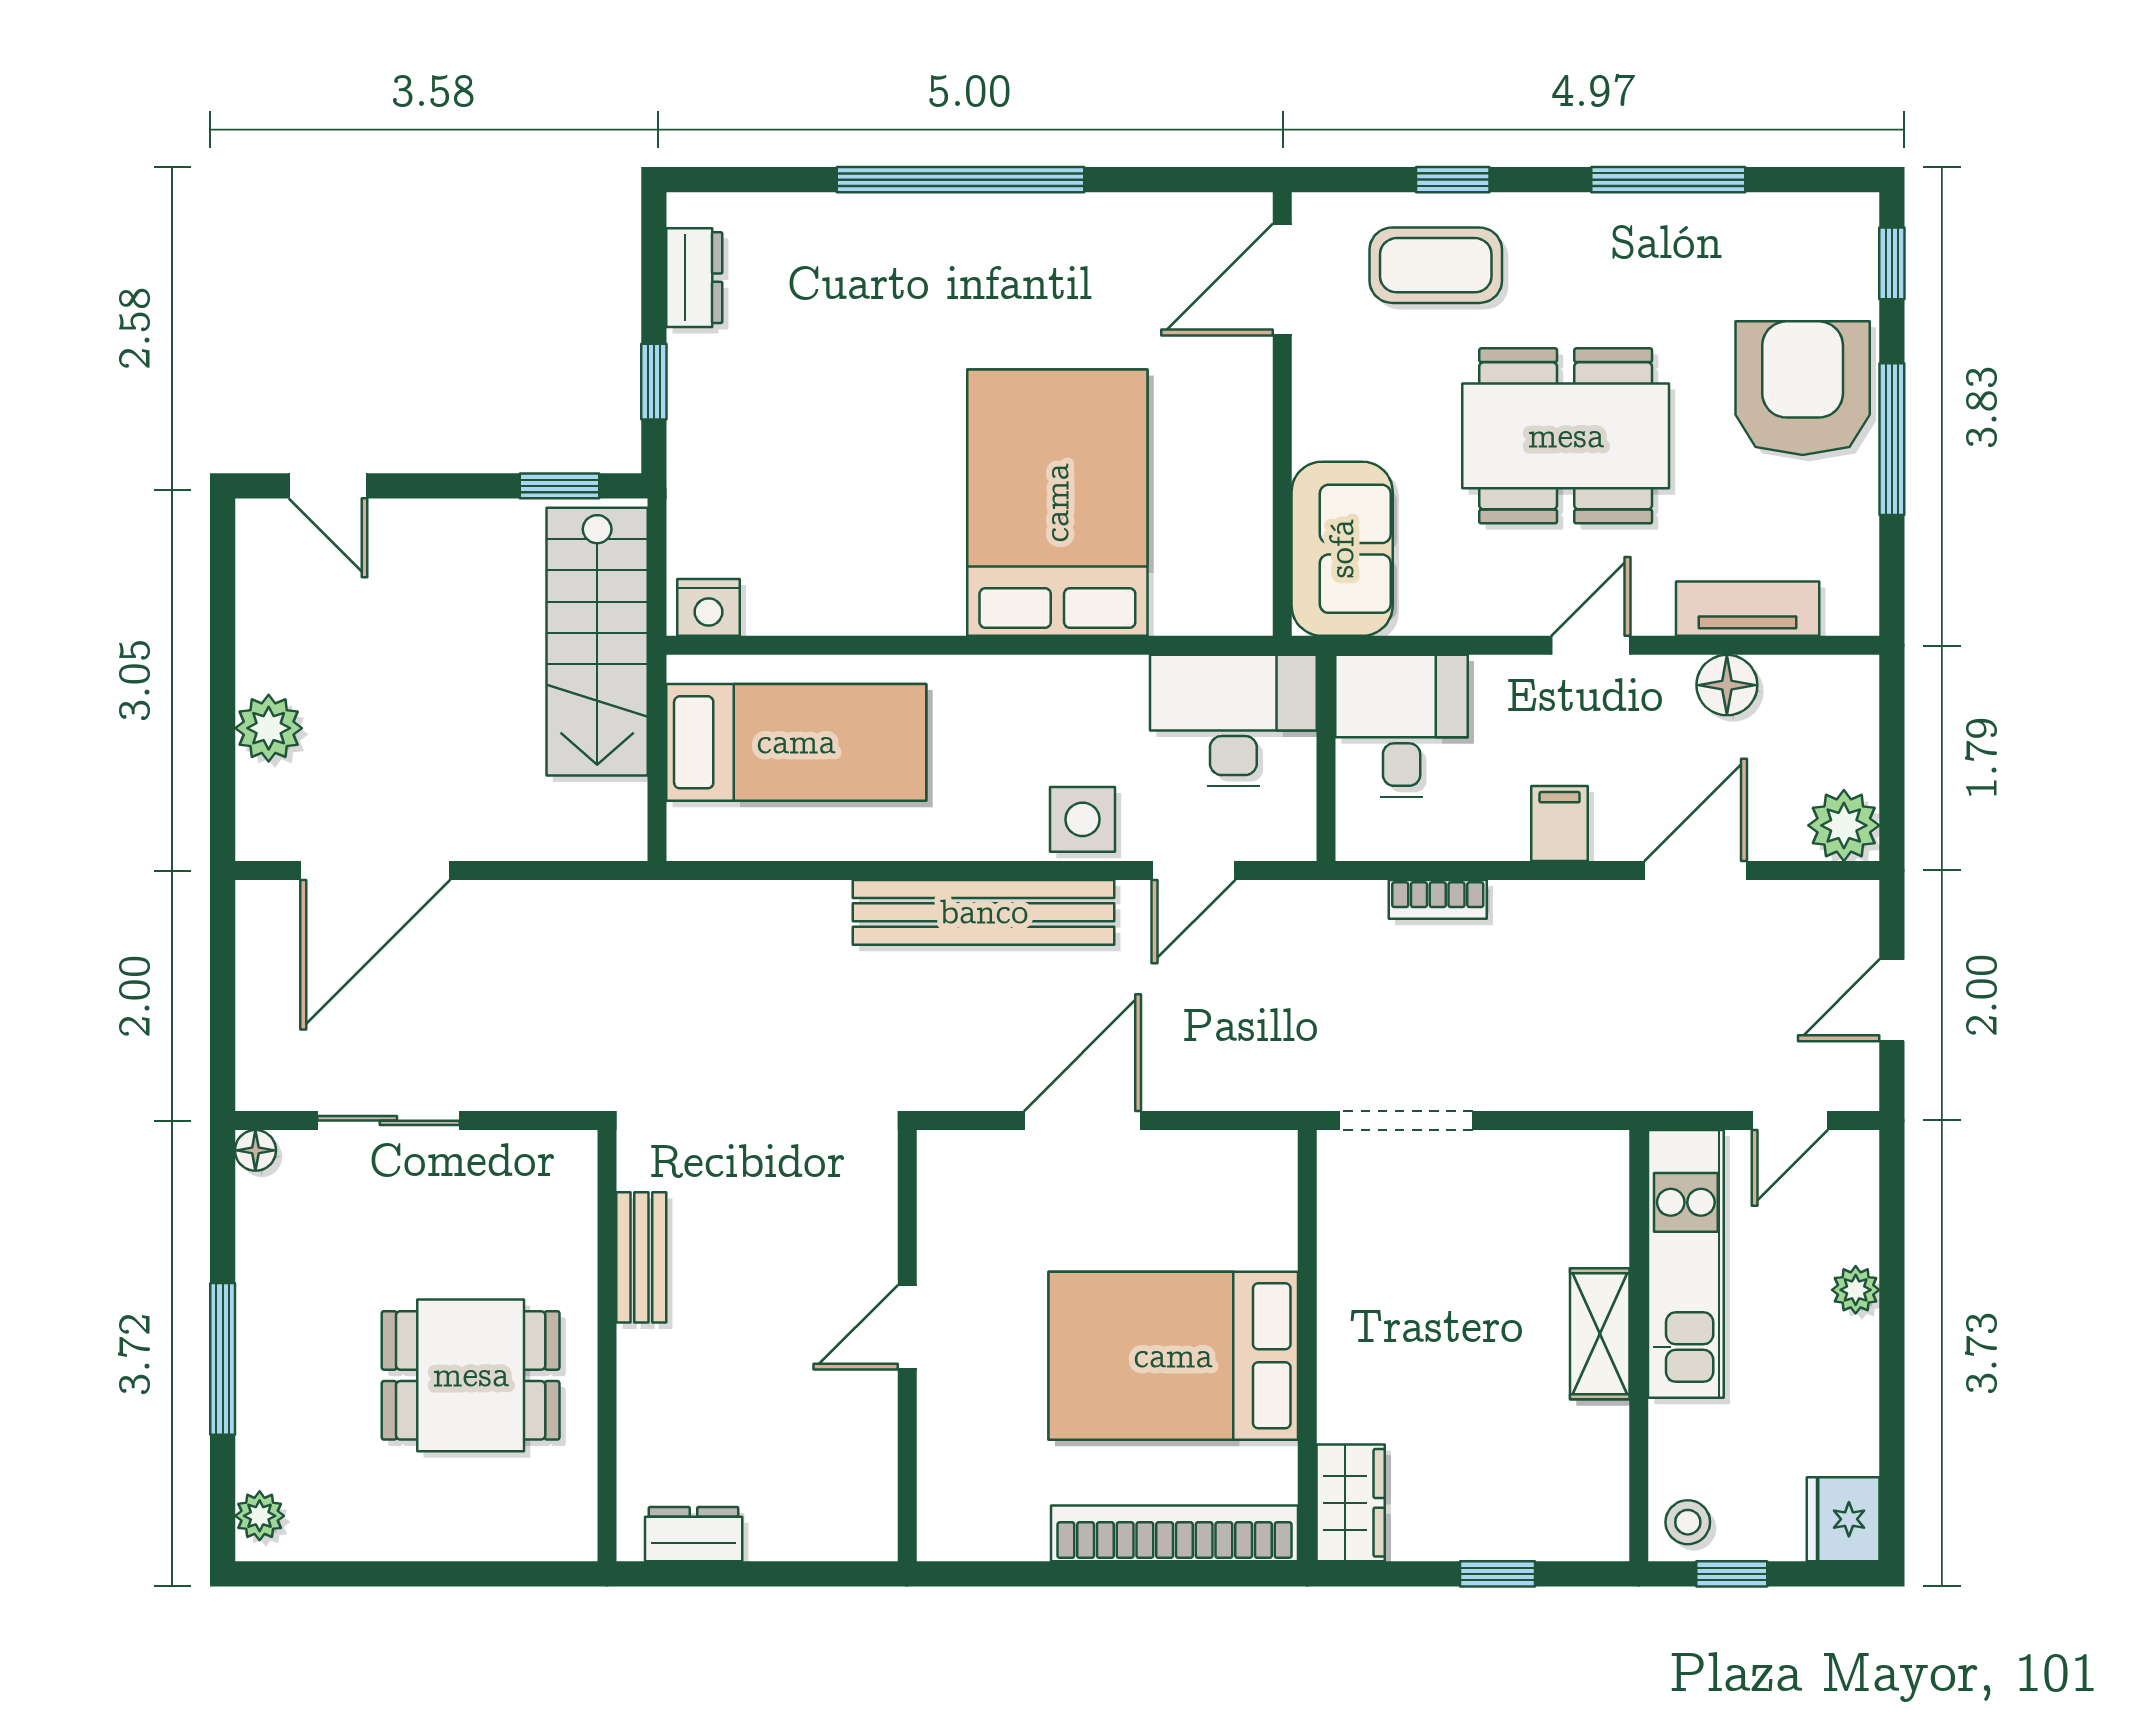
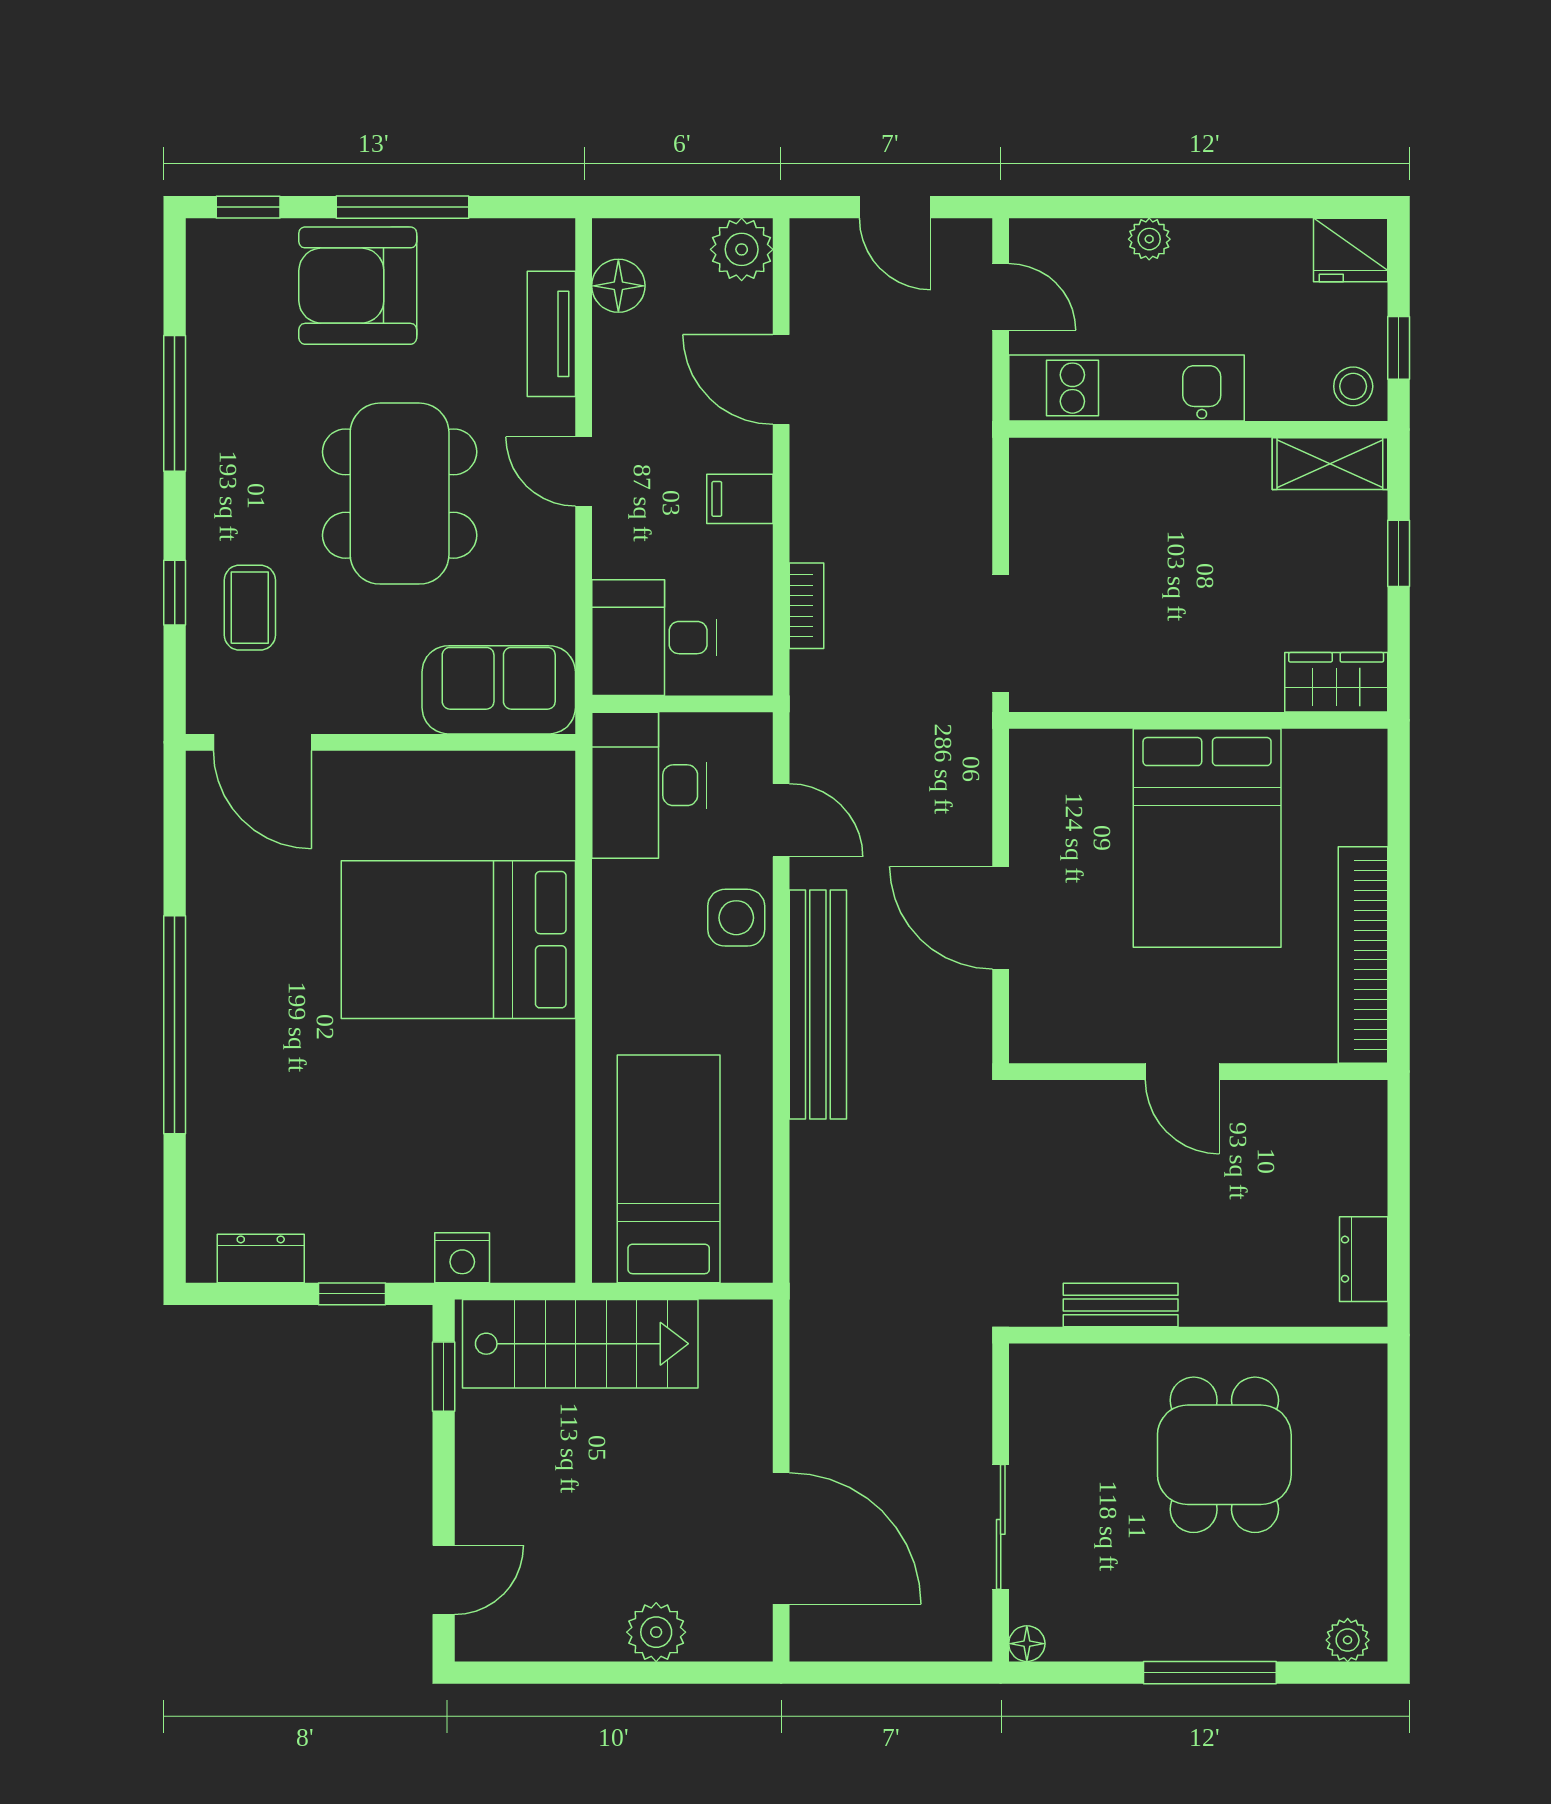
coffee table: (1436, 265) -> (250, 608), width x0.73, depth x0.77
nightstand: (709, 607) -> (462, 1258), moved, turned 90
floor lamp: (1727, 685) -> (618, 286), moved
shelving: (1600, 1334) -> (1330, 464), moved
bookcase: (1174, 1533) -> (1363, 955), moved

